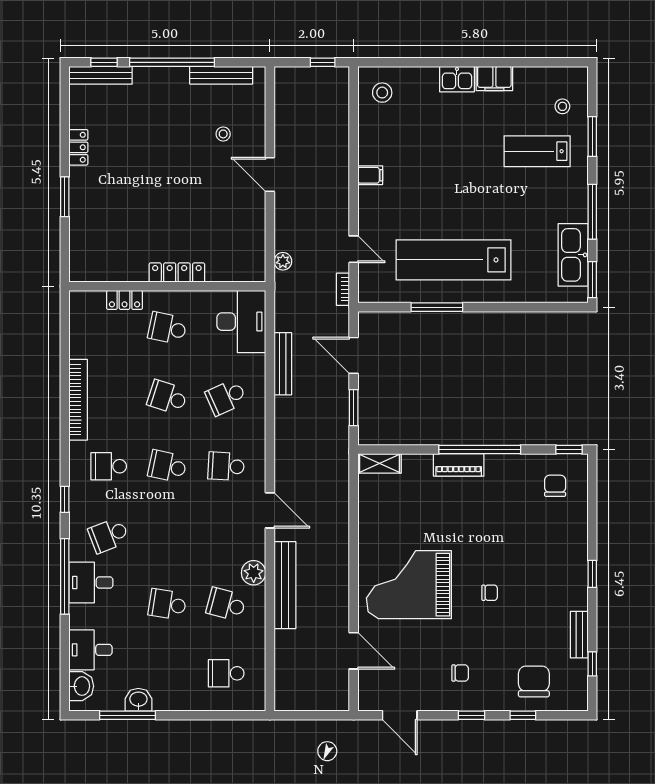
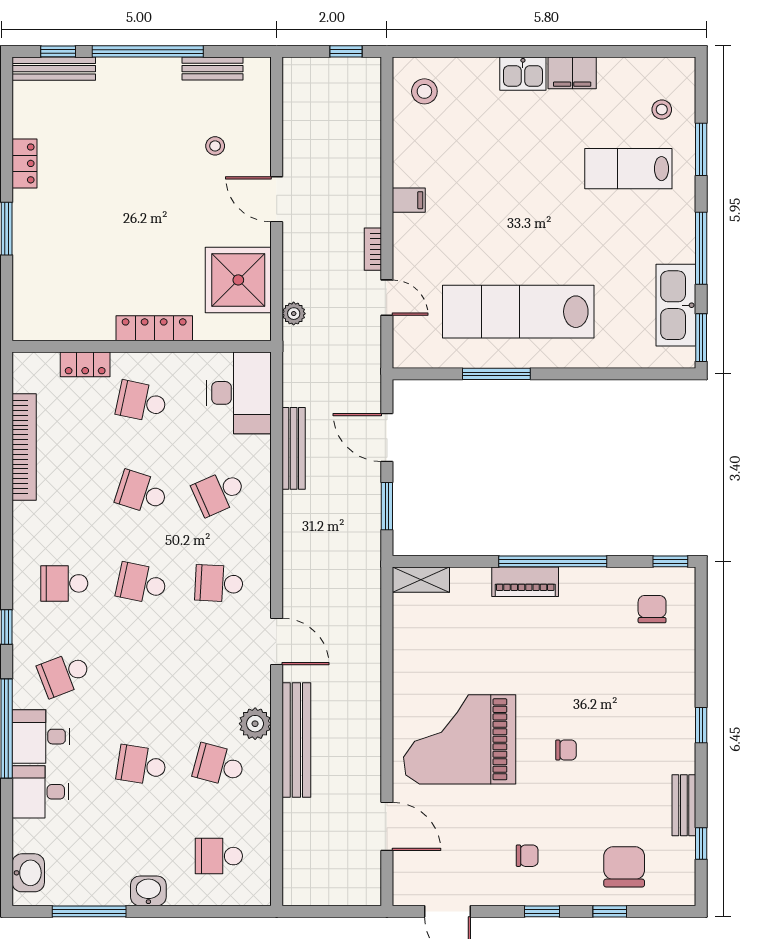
bench: (221, 75) -> (212, 69), width x0.73
shower: (241, 236) -> (238, 280), added
bookcase: (343, 289) -> (373, 249), moved
bookcase: (78, 400) -> (24, 447), moved
desk: (91, 650) -> (40, 792), moved
washbasin: (138, 700) -> (148, 891), moved

